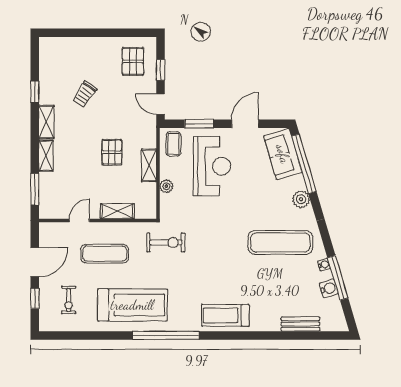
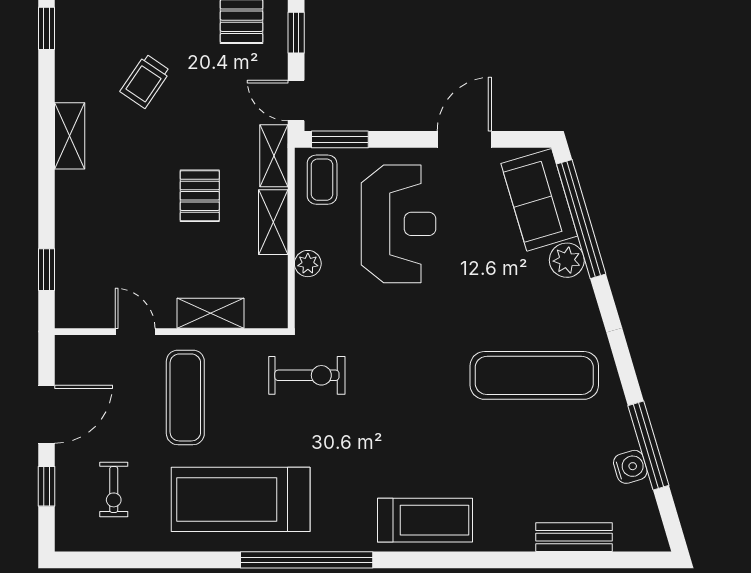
window: (35, 92) -> (46, 28), moved
window: (199, 124) -> (340, 139), moved
shelving: (46, 156) -> (274, 156), moved
window: (35, 189) -> (46, 270), width x0.67
plant: (301, 199) -> (567, 260), moved
door: (79, 220) -> (135, 332), hinge flipped
exercise mat: (105, 254) -> (185, 397), turned 90
water cooler: (324, 265) -> (621, 419), removed
treadmill: (132, 305) -> (241, 499), turned 180
treadmill: (225, 315) -> (425, 520), turned 180

